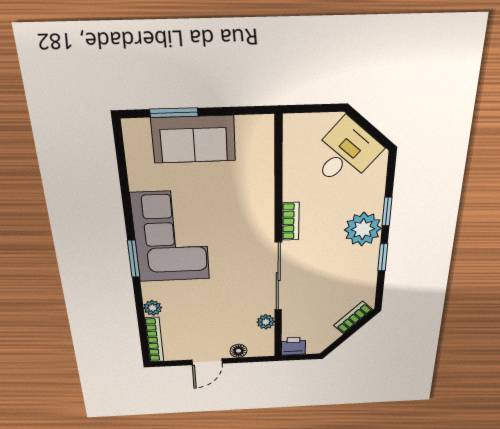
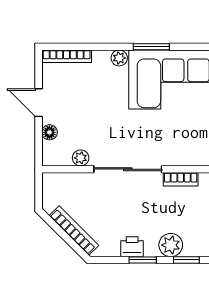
plant: (363, 229) -> (171, 245), width x0.73, depth x0.73
plant: (153, 308) -> (119, 58), moved
bookcase: (353, 318) -> (74, 231), width x1.56
printer: (293, 346) -> (132, 247), moved, turned -90

